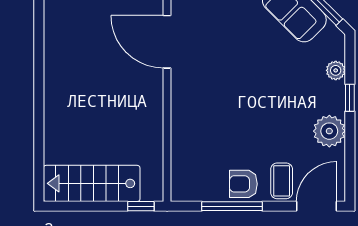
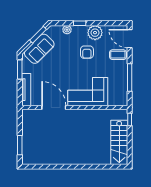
door: (167, 42) -> (54, 107), swing flipped
corner sofa: (201, 115) -> (88, 92), added
armchair: (243, 184) -> (87, 52), moved

